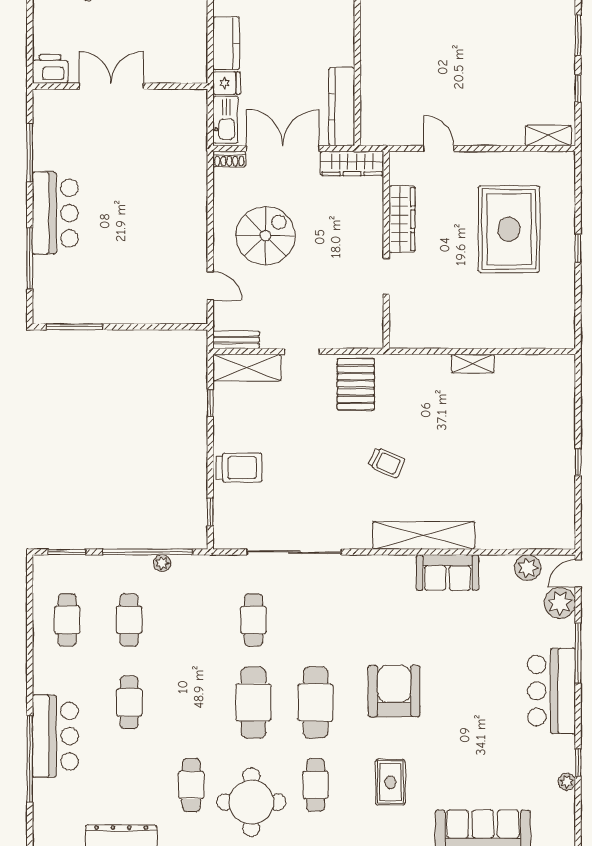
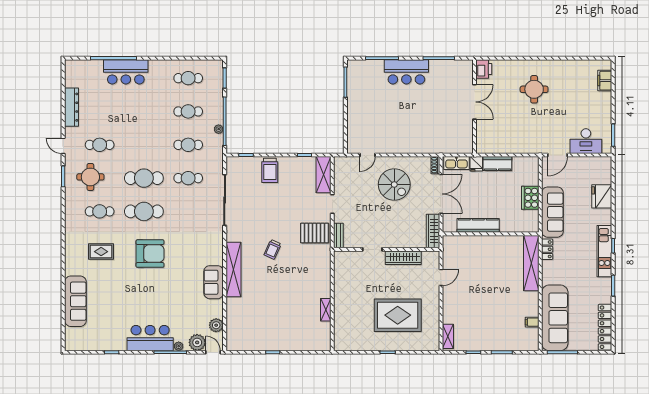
kitchen counter: (342, 107) -> (478, 225), moved
bench: (236, 340) -> (338, 236), moved
shelving: (473, 364) -> (326, 310), moved
cafe table: (129, 702) -> (188, 145), moved
plant: (567, 782) -> (179, 346), moved
round table: (251, 802) -> (90, 177), width x0.73, depth x0.73

